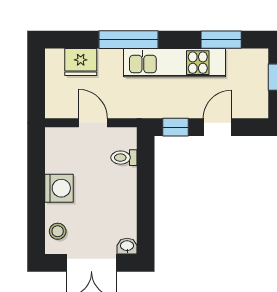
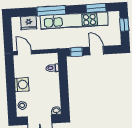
kitchen unit: (174, 63) -> (74, 21), width x1.36
door: (93, 123) -> (24, 53), moved
door: (217, 127) -> (97, 51), hinge flipped

